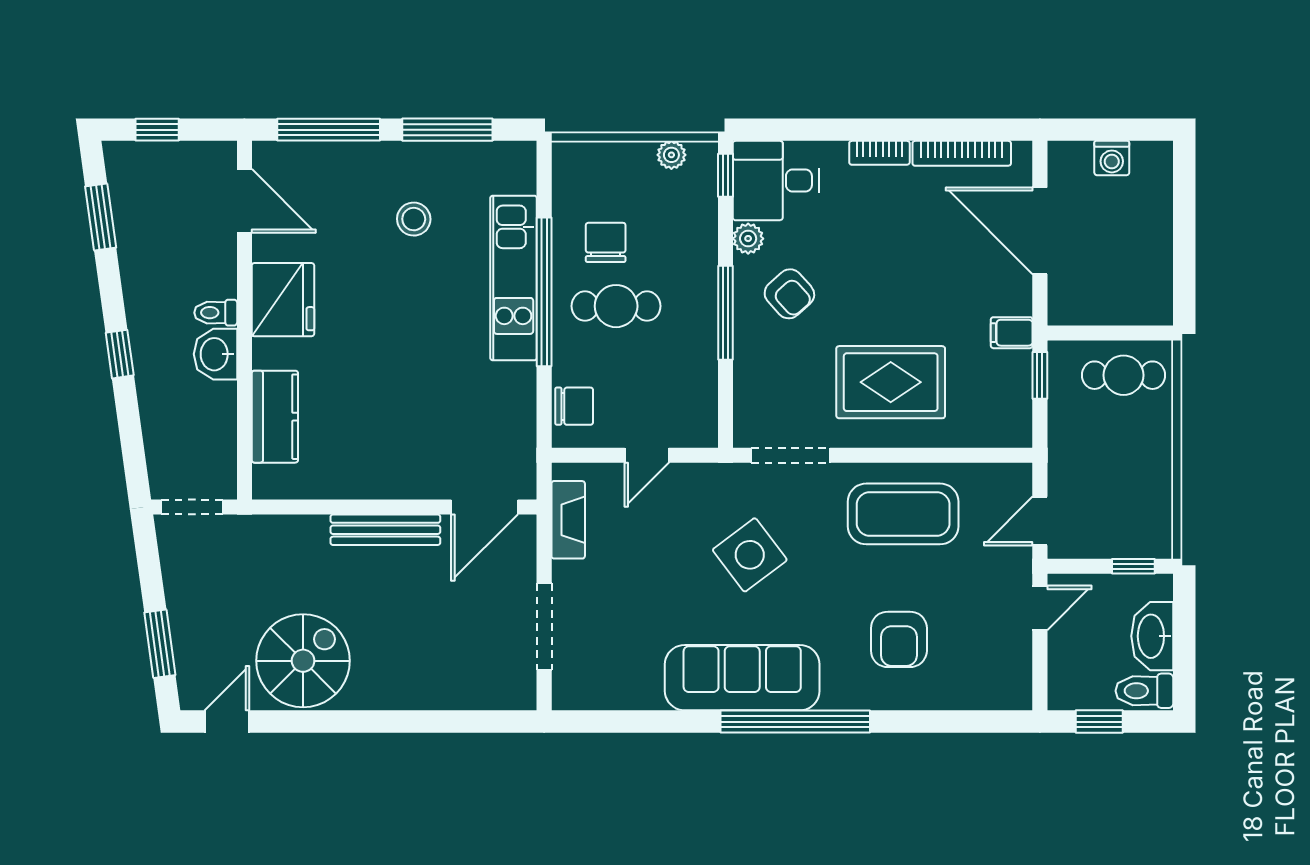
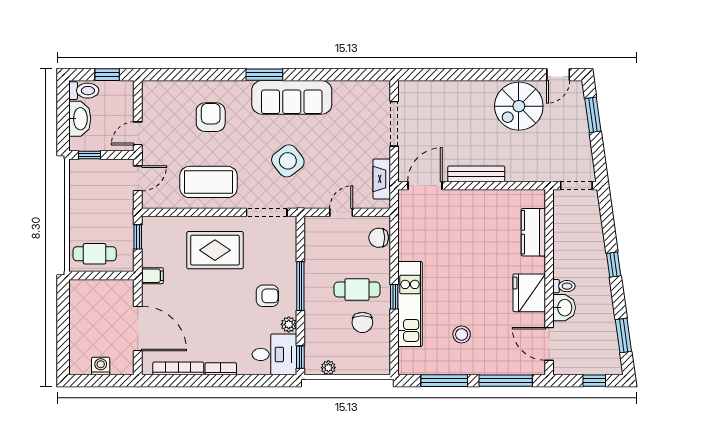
window: (544, 292) -> (394, 297), width x0.32
armchair: (789, 294) -> (267, 296), turned 132
washbasin: (215, 354) -> (564, 308), moved
window: (1040, 375) -> (138, 237), moved
window: (795, 722) -> (264, 75), width x0.47

